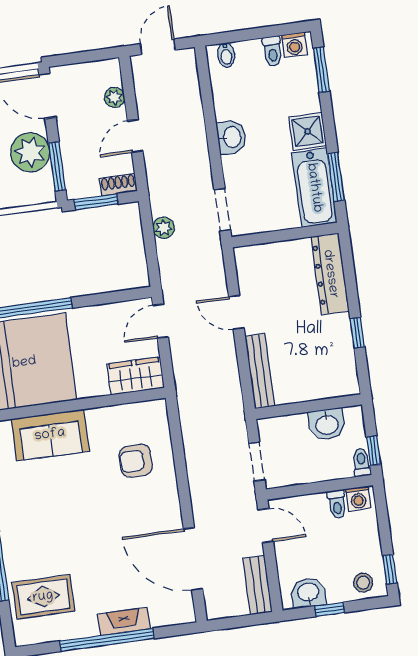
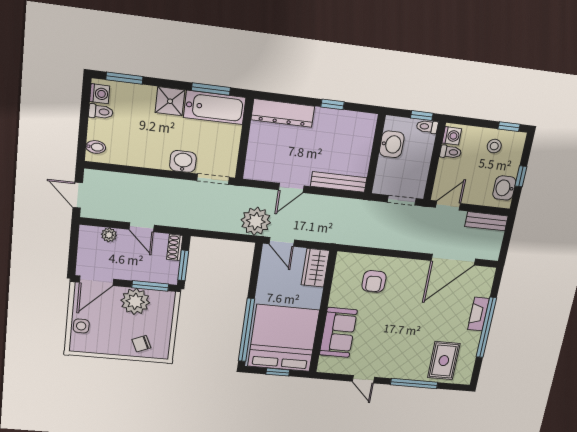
washbasin: (231, 137) -> (183, 161), moved
plant: (164, 228) -> (256, 221), moved, width x1.87, depth x1.87
stool: (363, 583) -> (494, 146), moved

